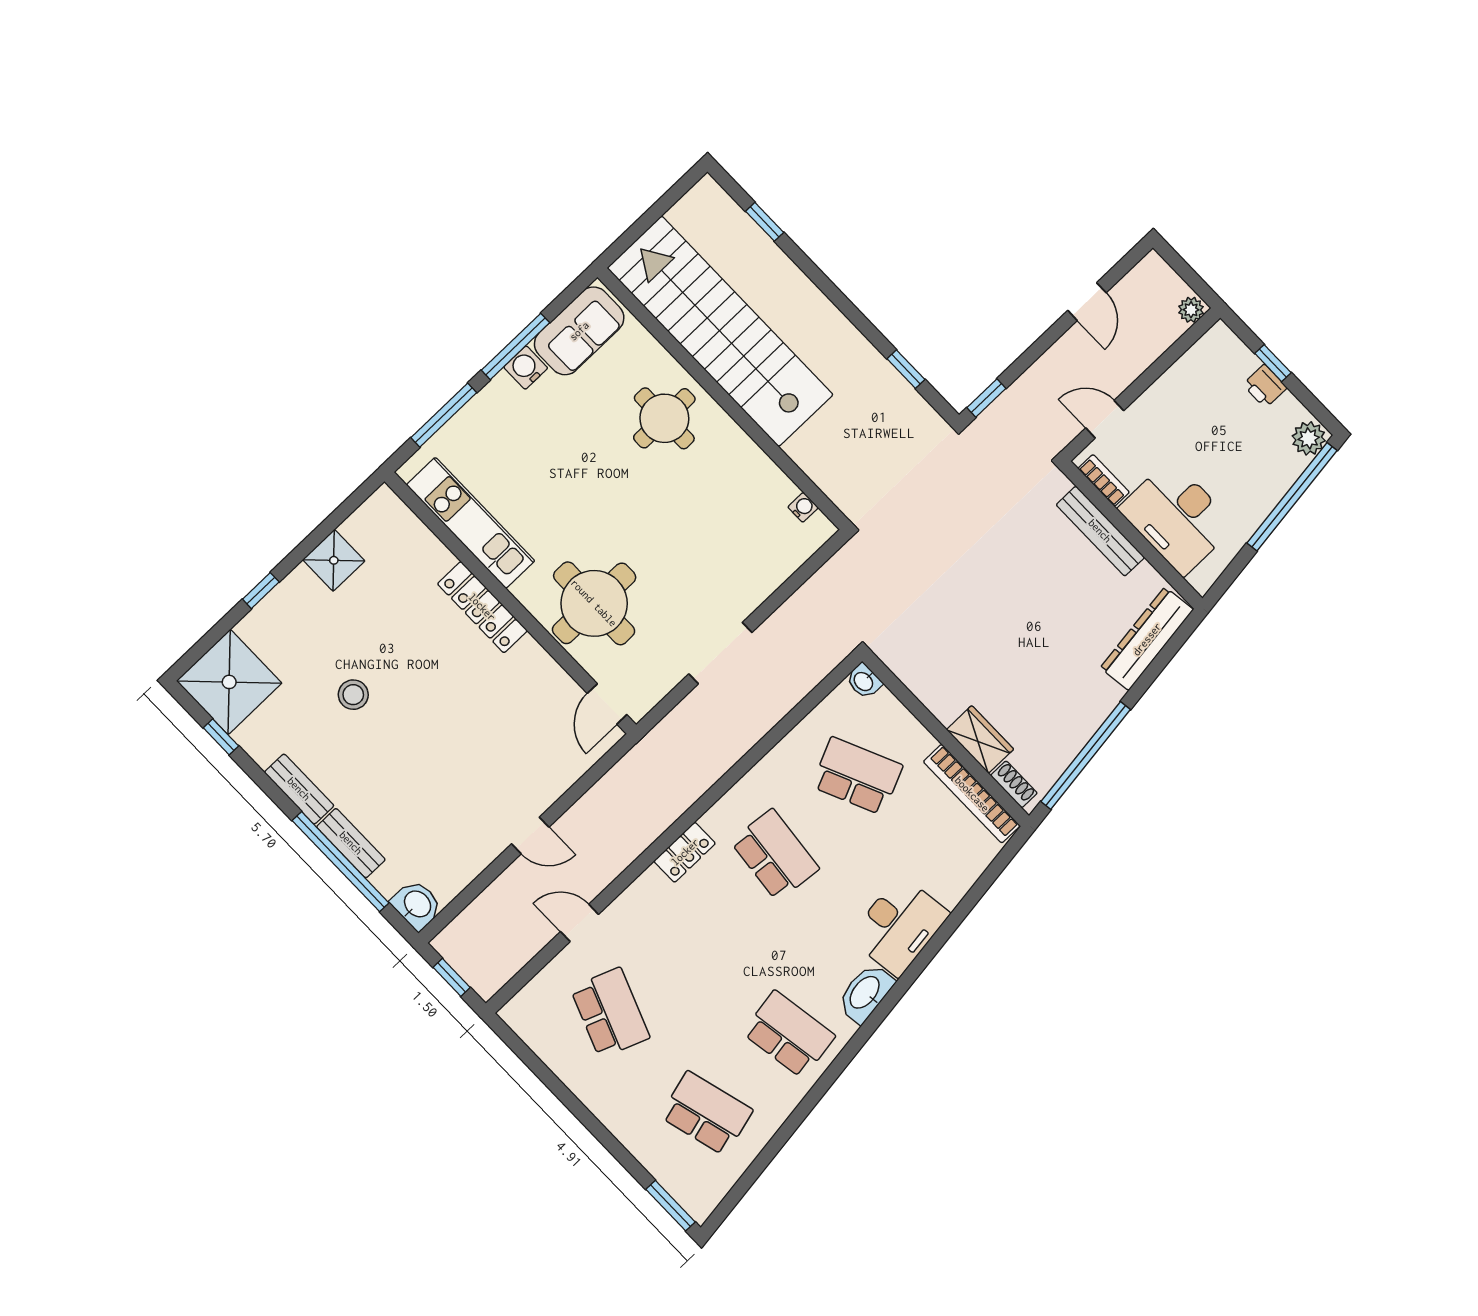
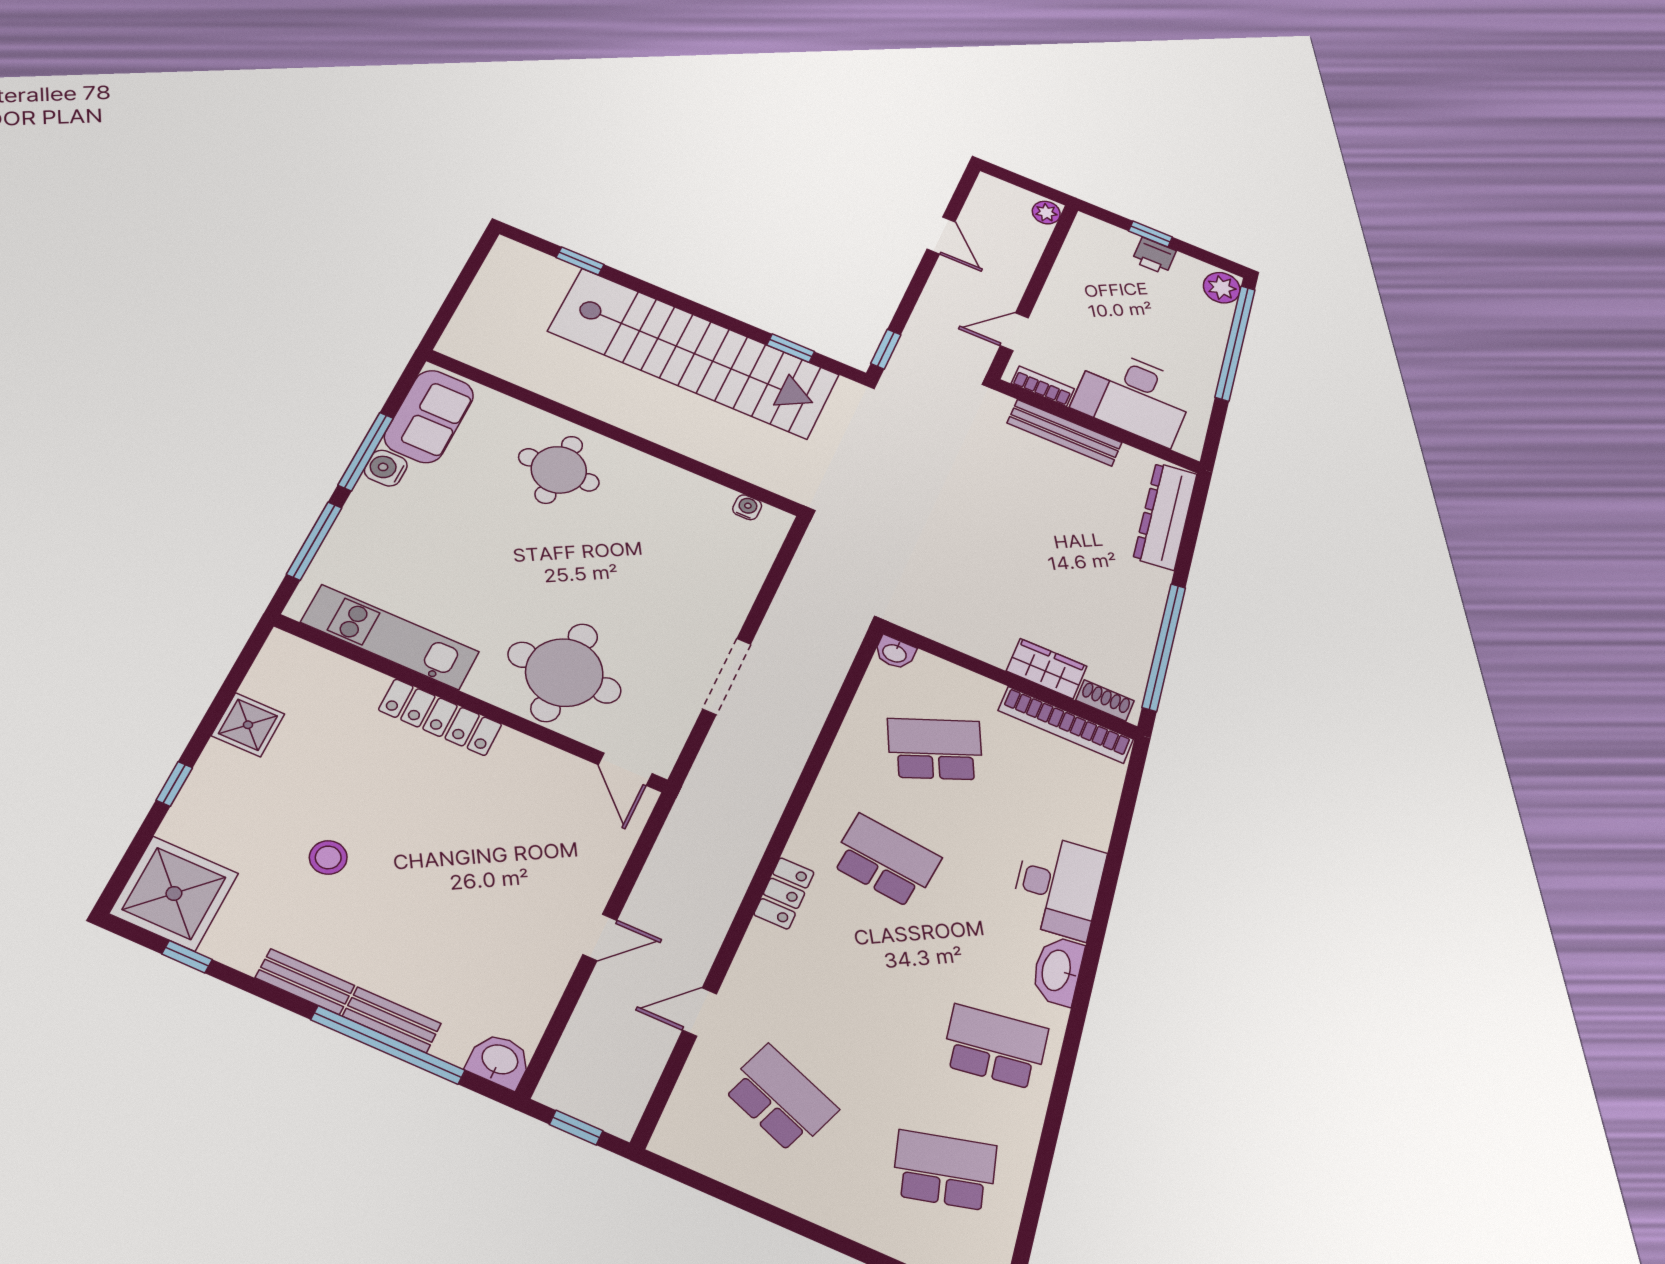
stairs: (720, 331) -> (693, 353), moved, turned 180

